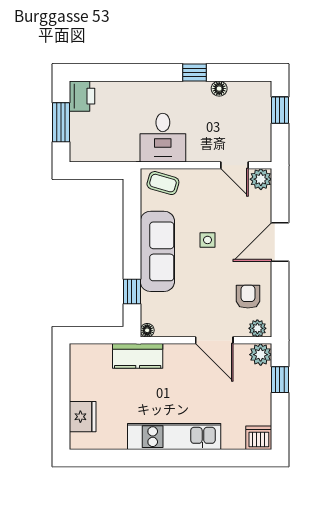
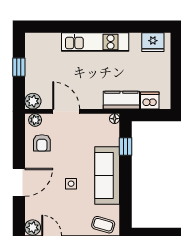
window: (280, 380) -> (19, 67), moved
fridge: (83, 417) -> (153, 42), moved, turned -90
dishwasher: (259, 438) -> (150, 101), moved, turned 180

